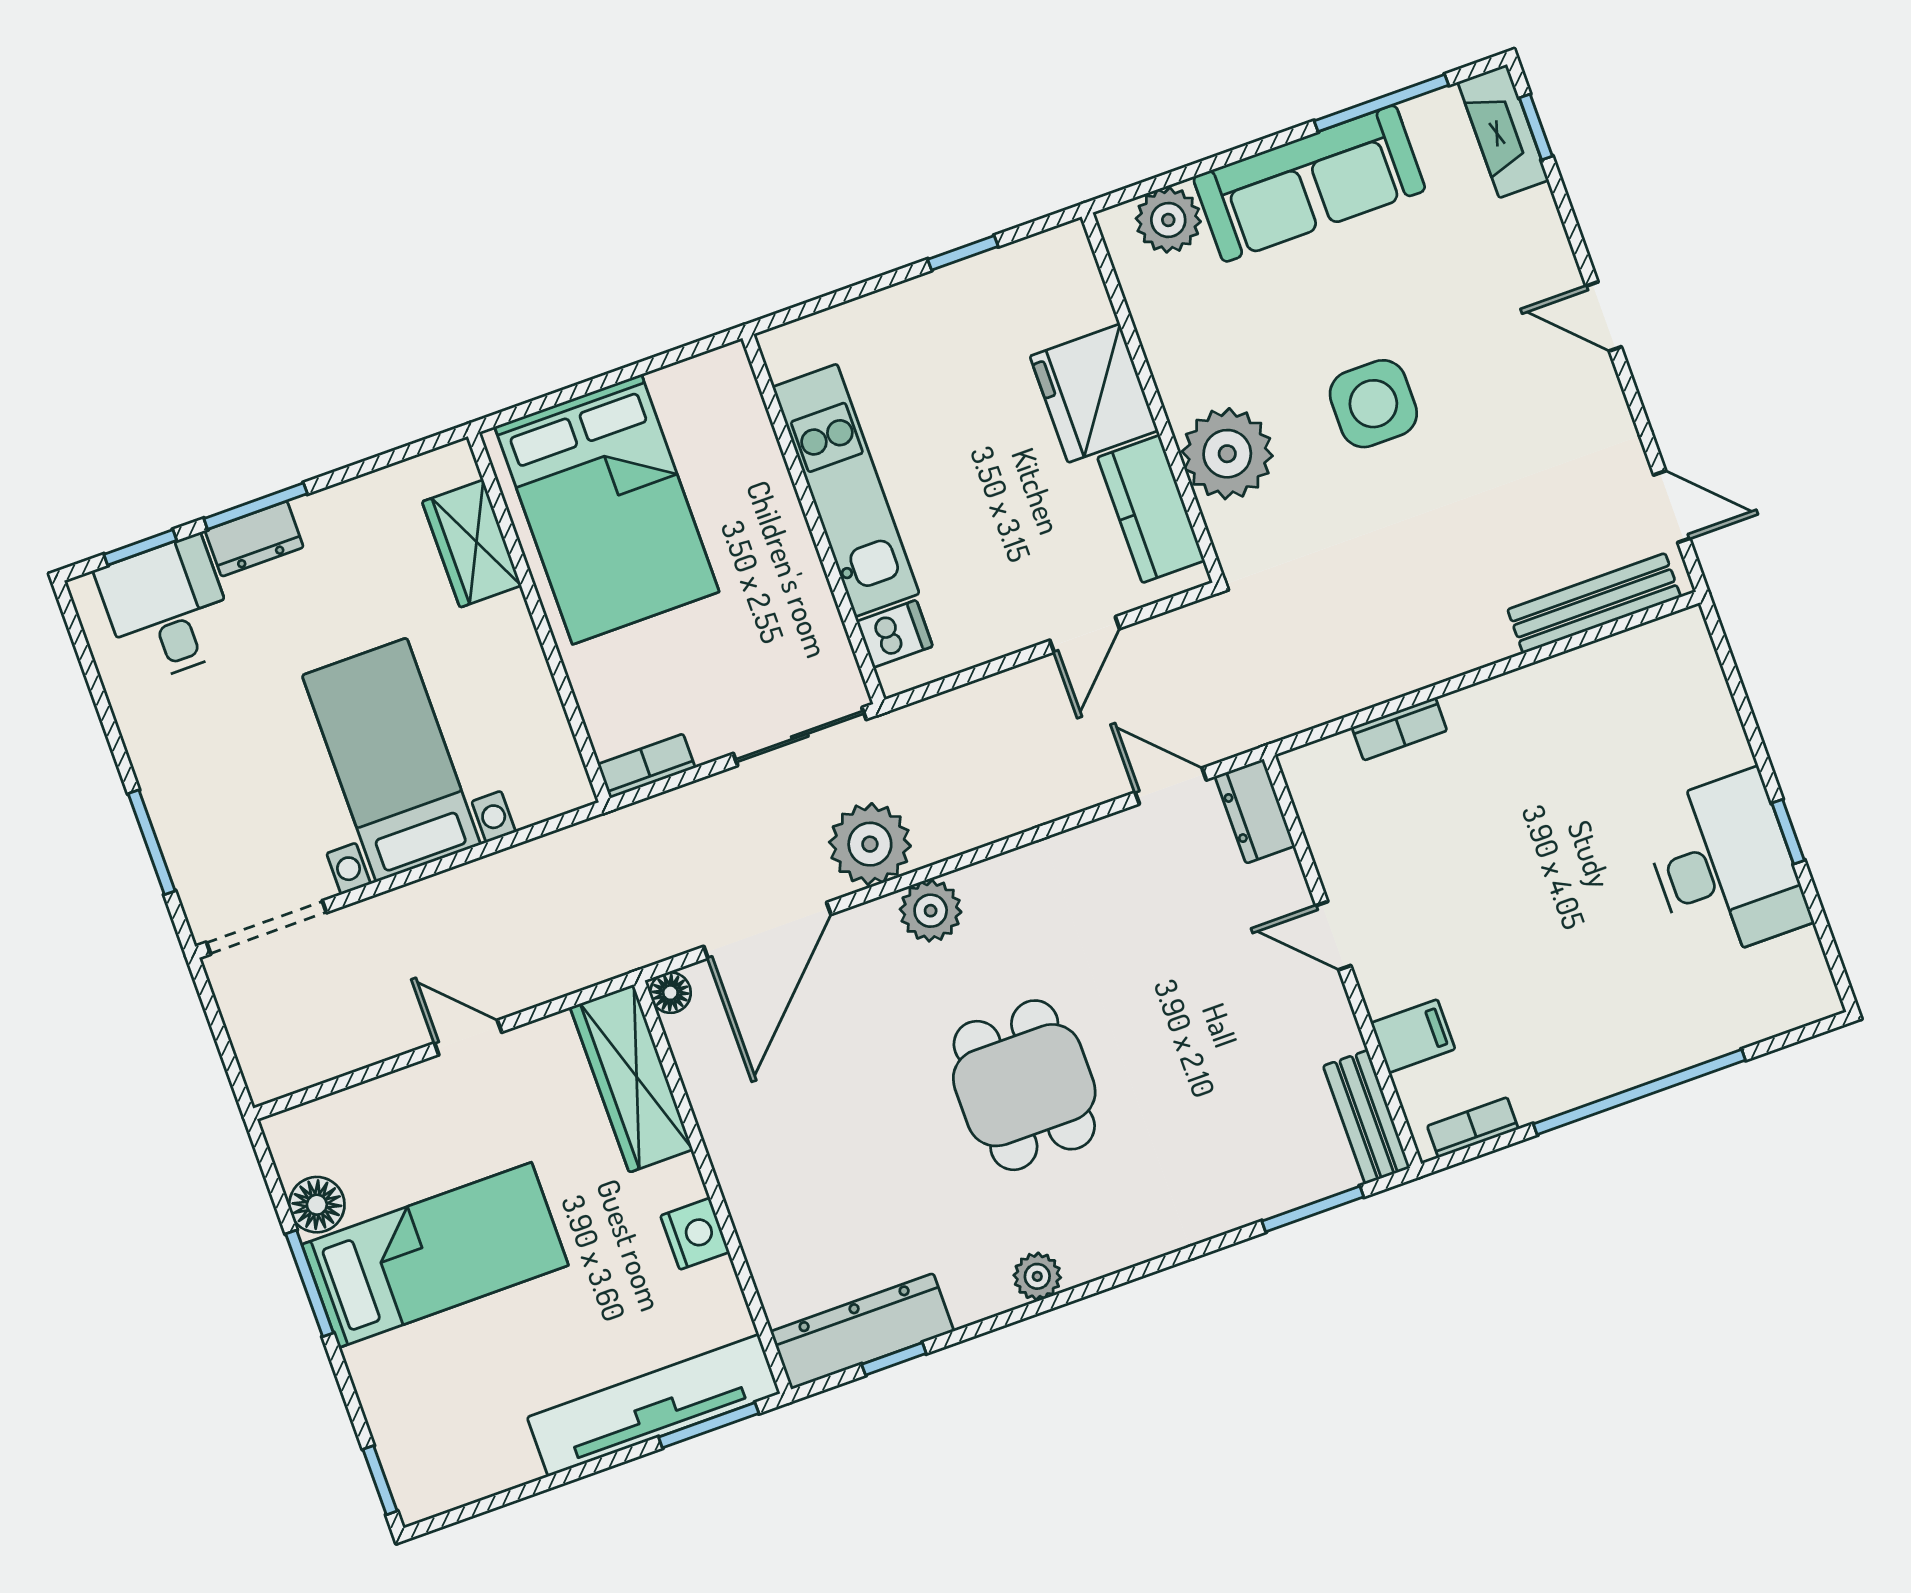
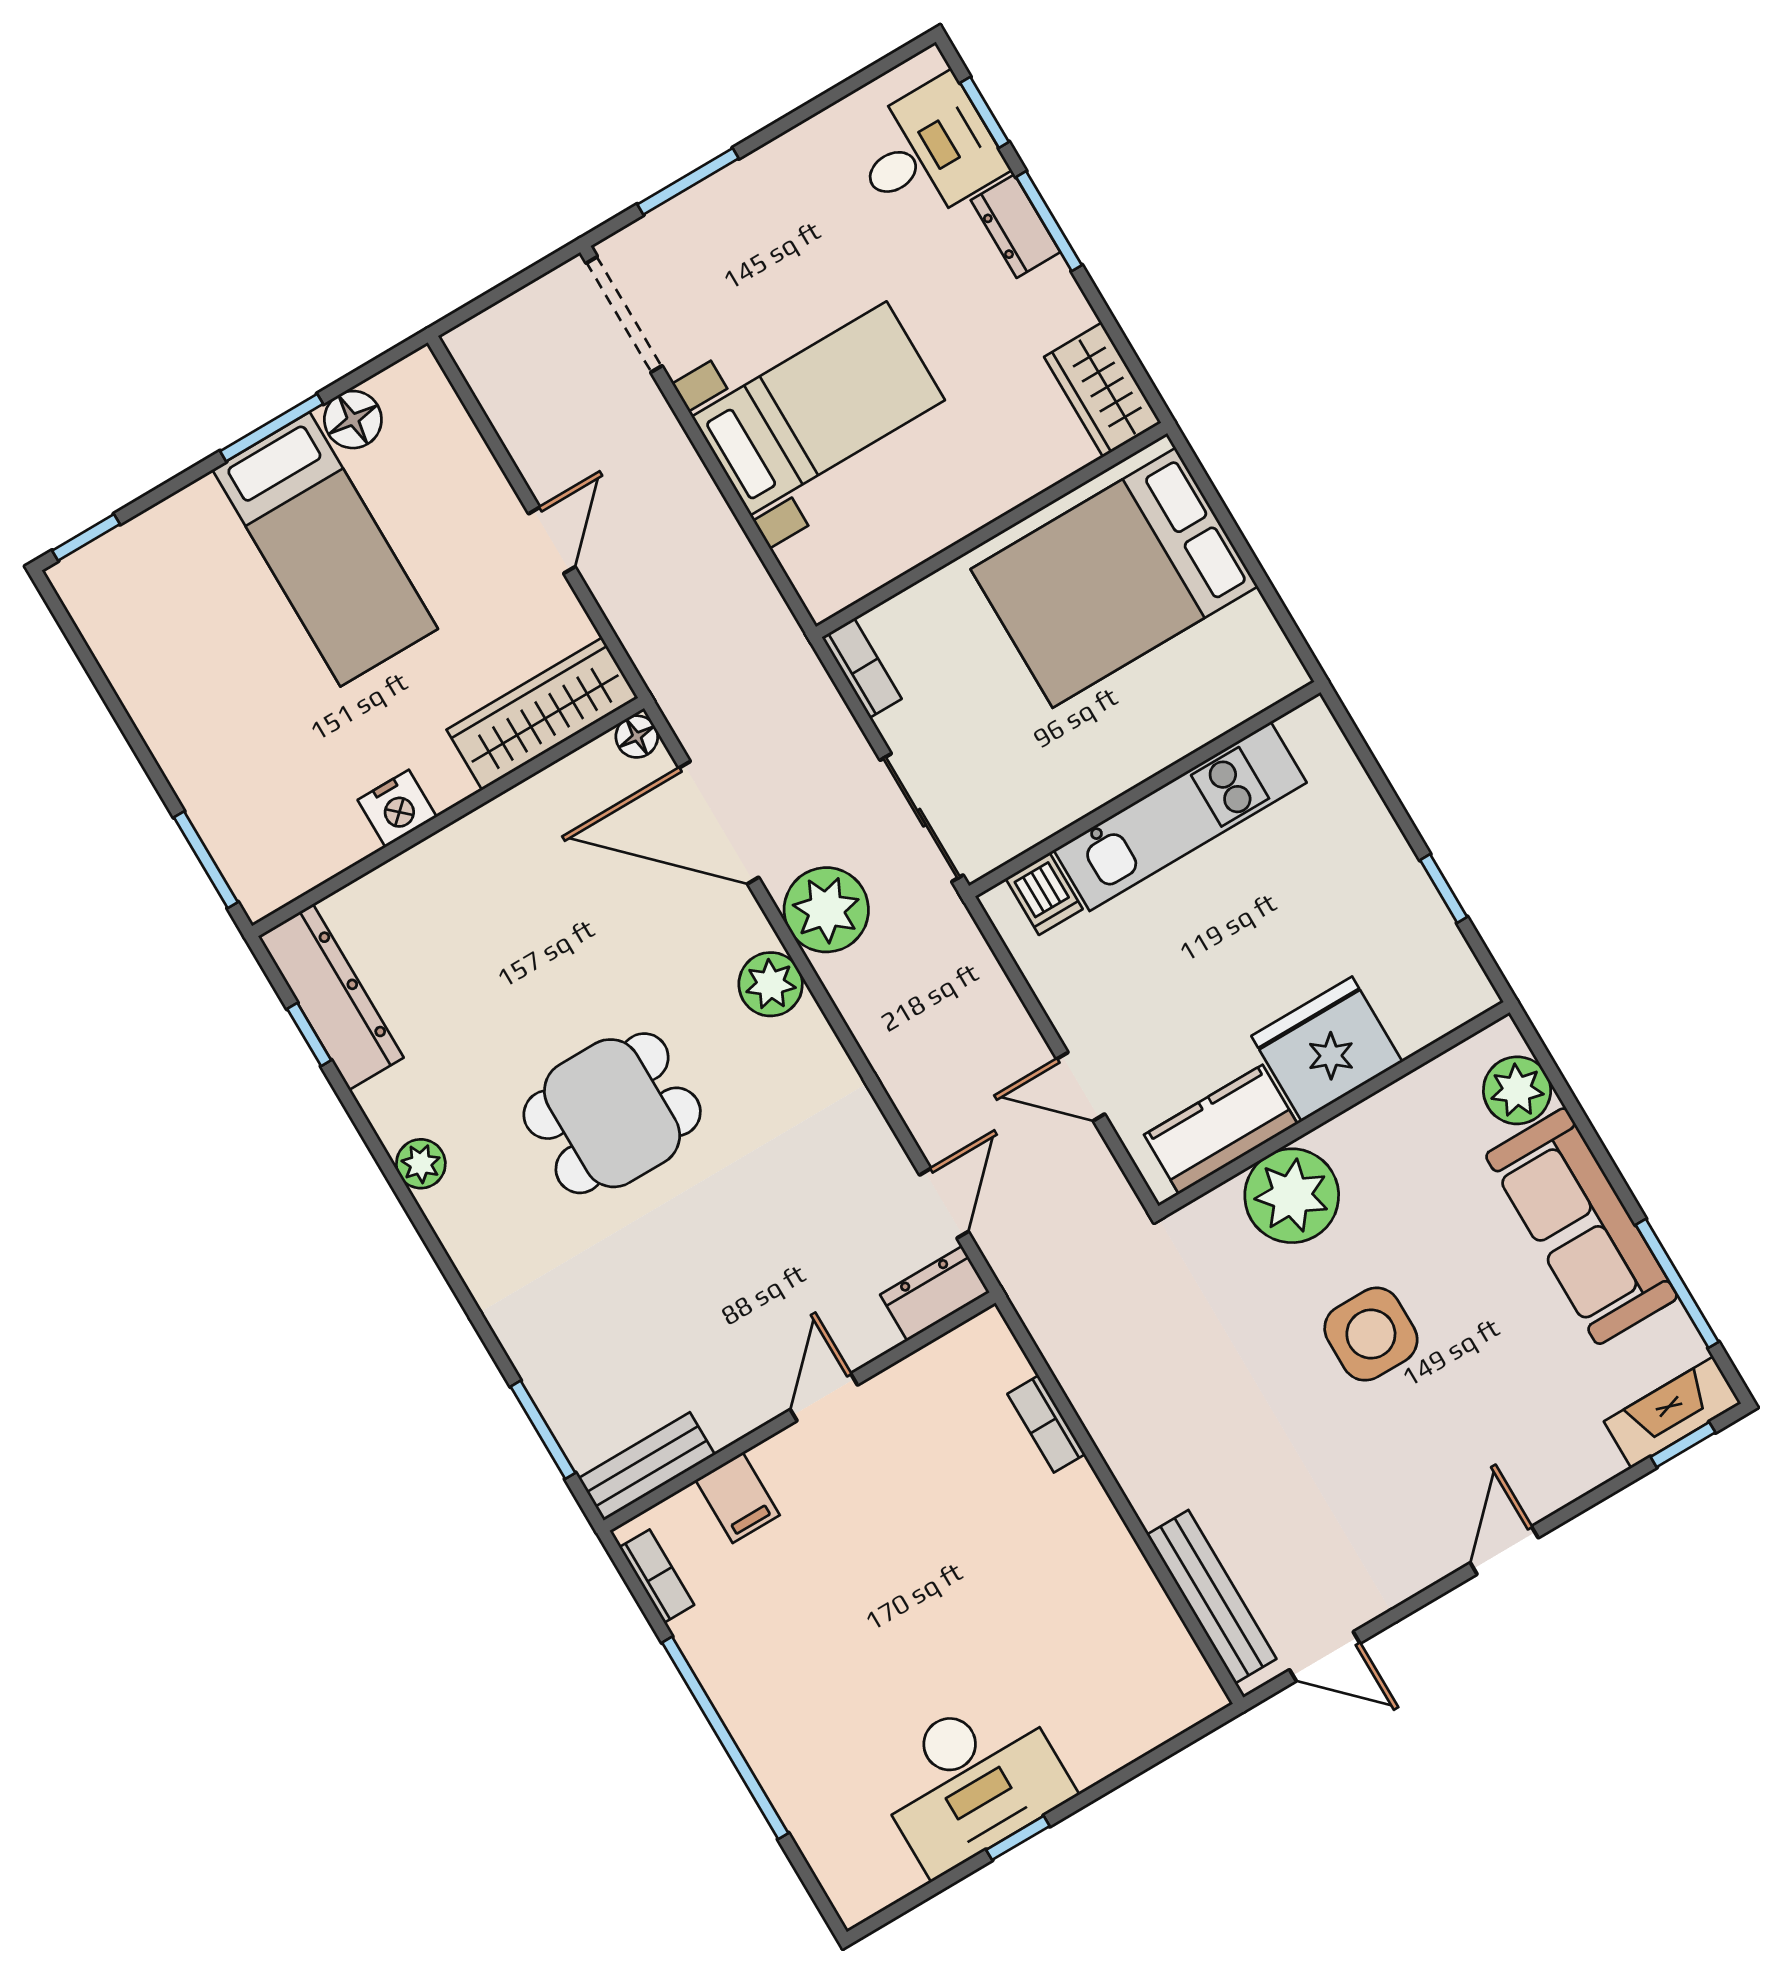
door: (1672, 507) -> (1325, 1656), hinge flipped
wardrobe: (472, 544) -> (1103, 390), moved, turned -90
tv unit: (654, 1405) -> (215, 800), removed

